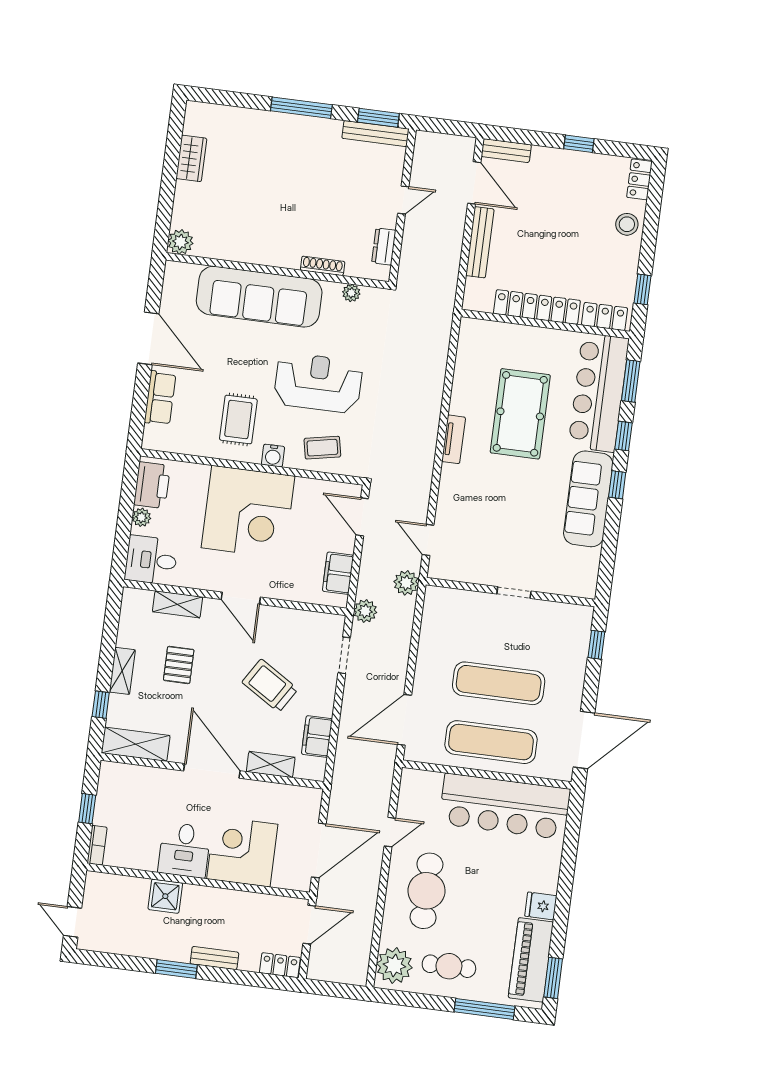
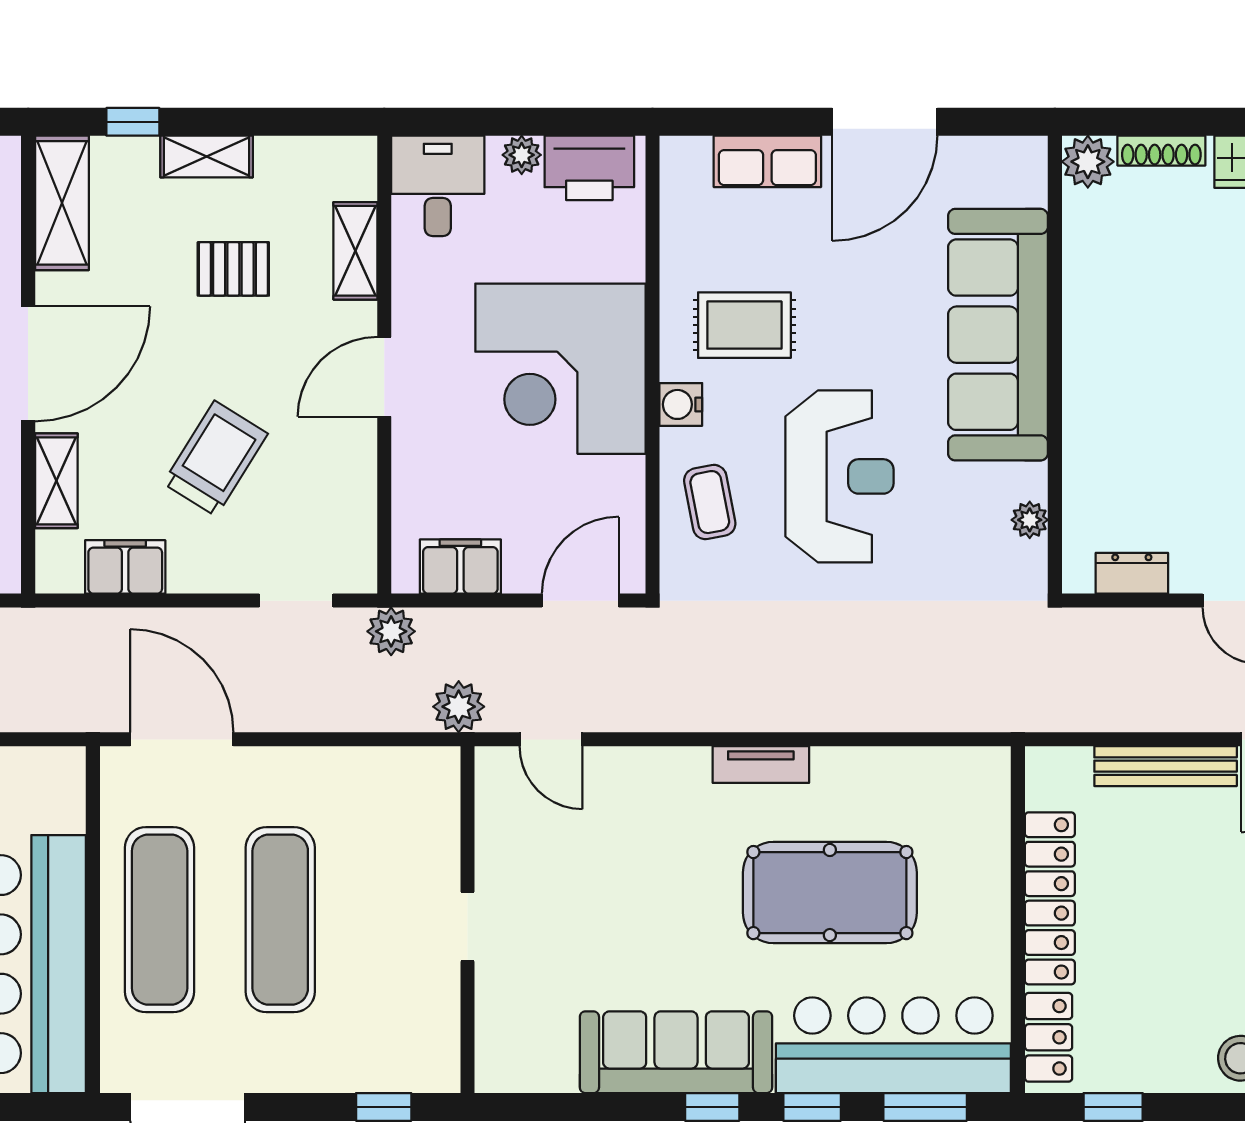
shoe rack: (323, 266) -> (1161, 151), moved, turned 90
door: (428, 540) -> (551, 739), swing flipped

